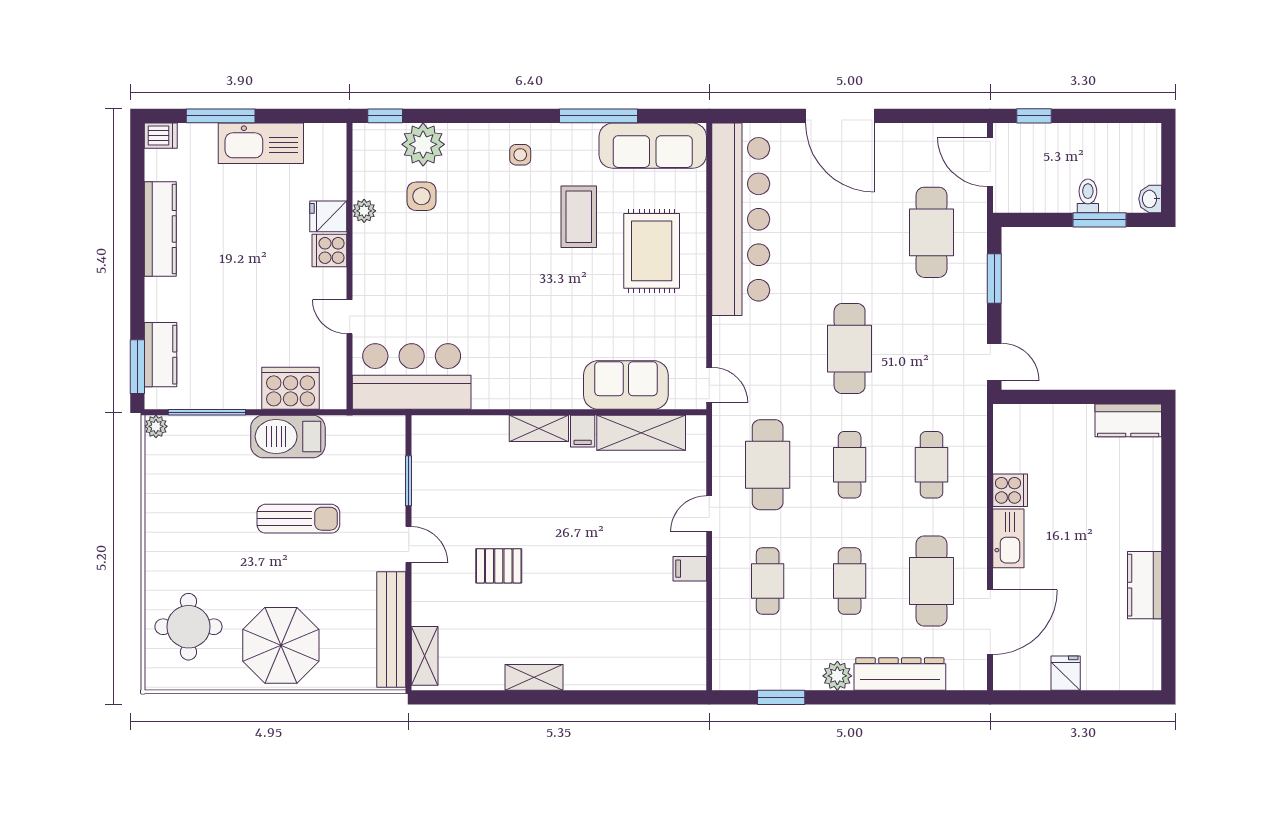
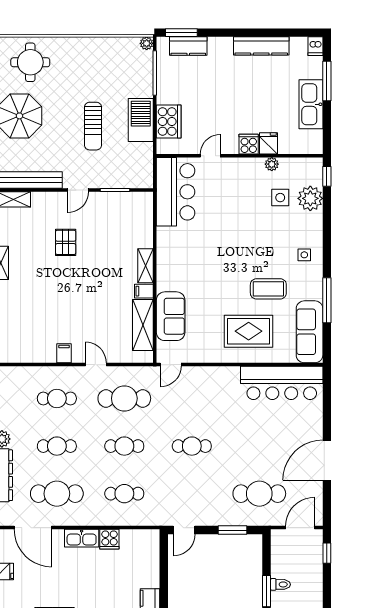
door: (840, 116) -> (327, 460), moved
bar counter: (741, 219) -> (282, 383), width x0.73
cafe table: (850, 349) -> (192, 446), width x0.73, depth x0.74

